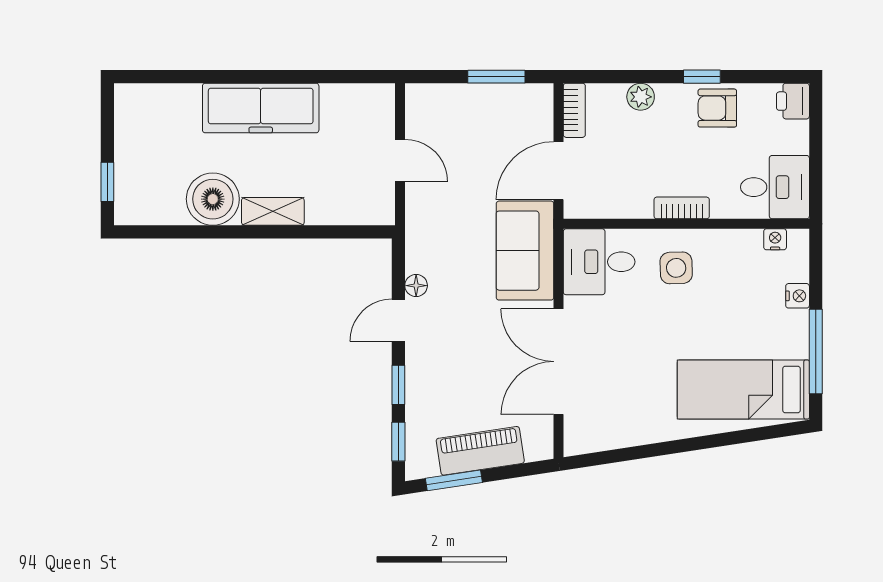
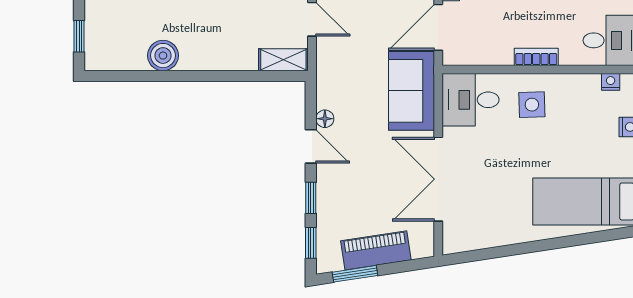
boiler: (213, 199) -> (163, 56), width x0.73, depth x0.73
shelving: (273, 211) -> (283, 60), moved
door: (398, 320) -> (311, 146), swing flipped

